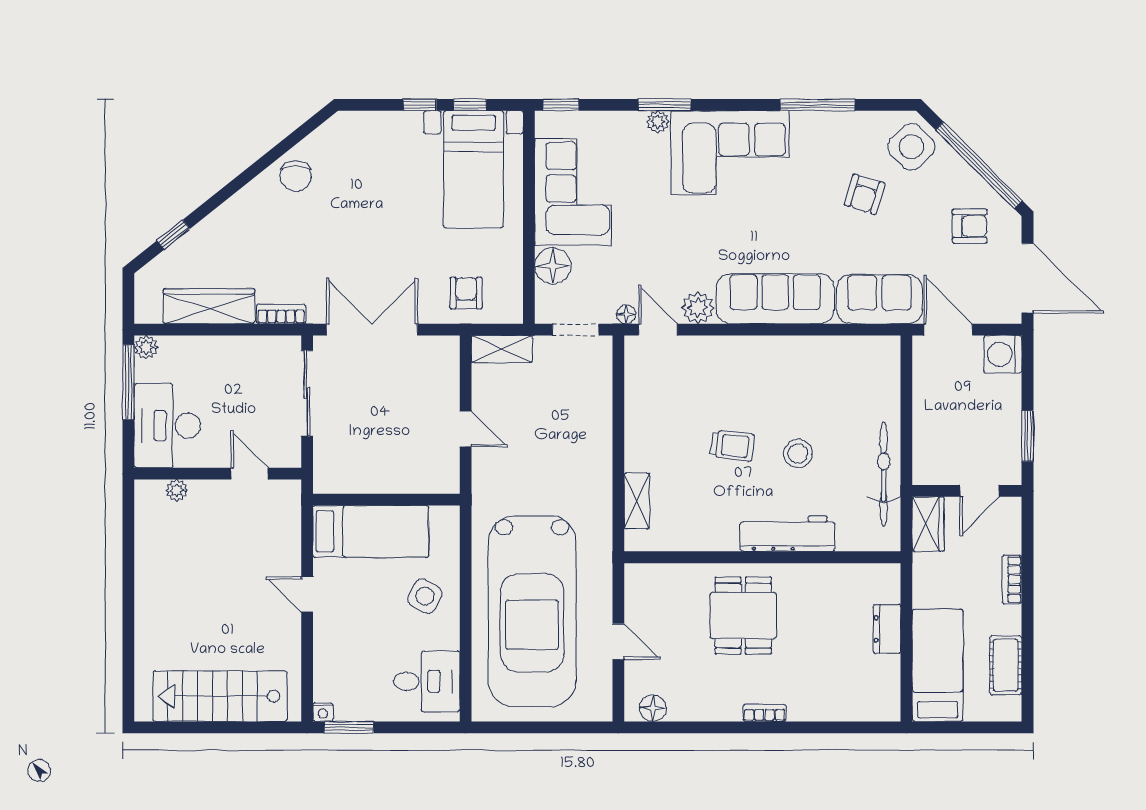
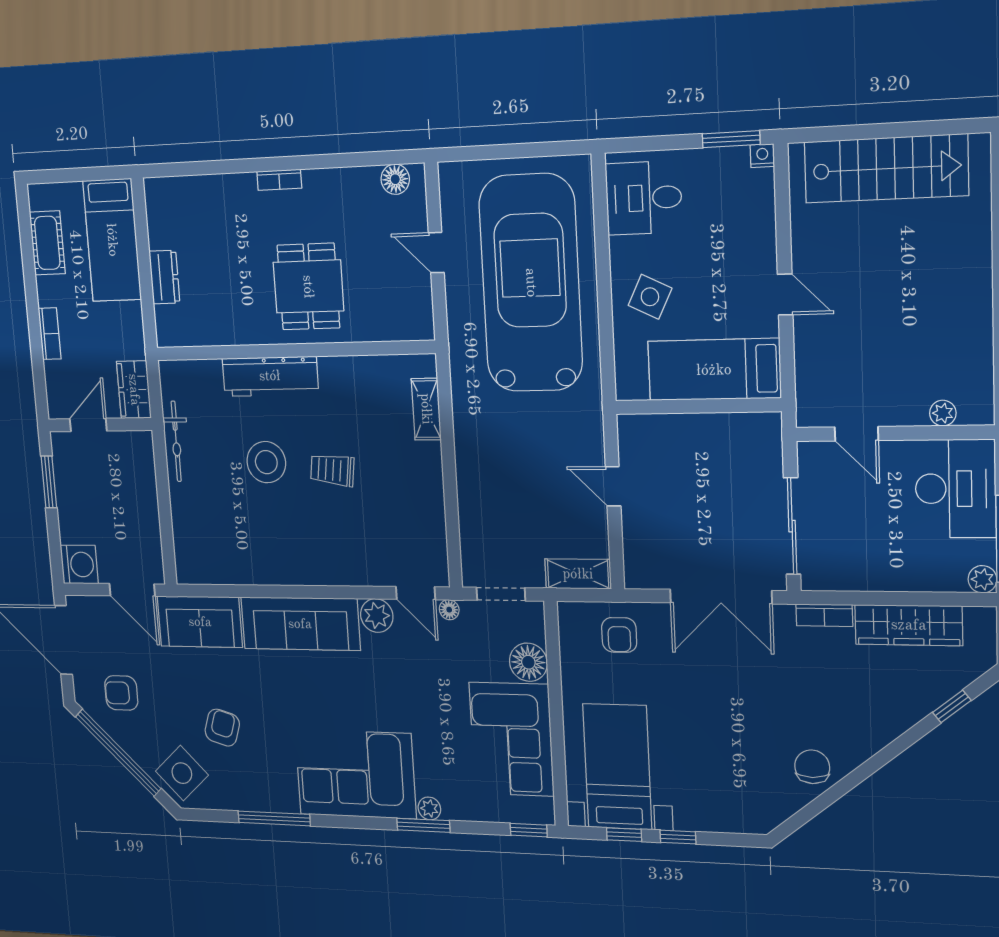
stool: (798, 453) -> (266, 462), width x1.38, depth x1.38
bicycle: (884, 474) -> (176, 441), width x0.73, depth x0.71

